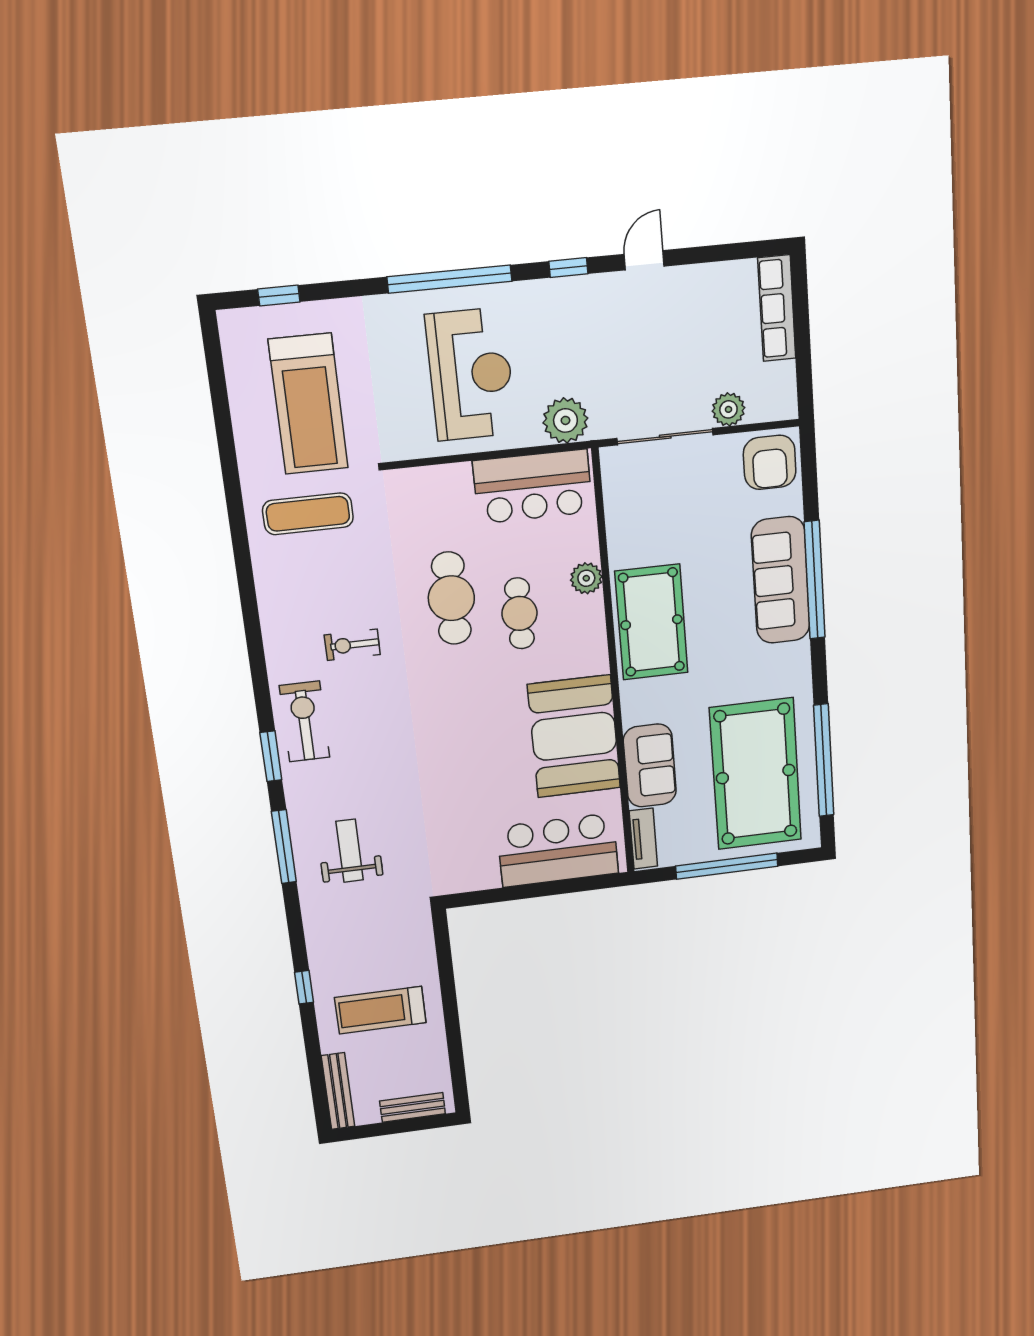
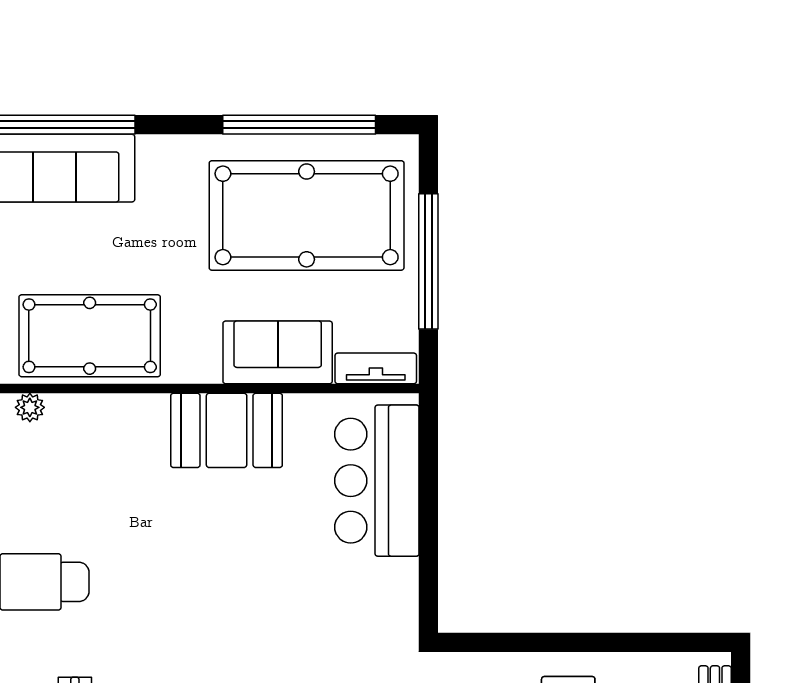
plant: (586, 578) -> (30, 407), width x0.73, depth x0.73
cafe table: (519, 613) -> (59, 500), removed
booth: (574, 736) -> (227, 430), width x0.73, depth x0.70

